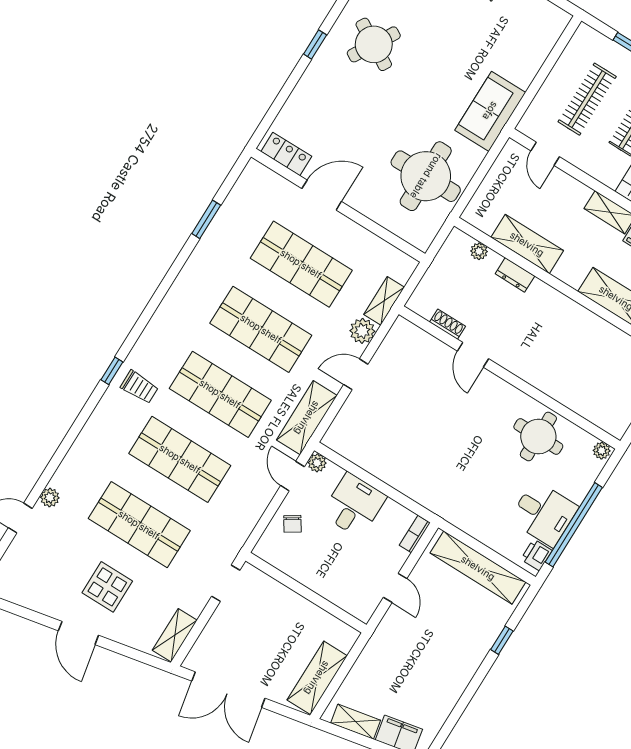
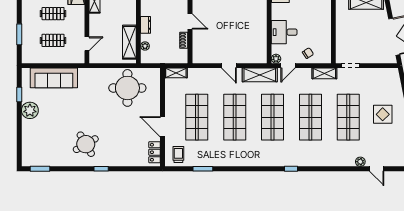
round table: (374, 44) -> (86, 144), turned 30
clothes rail: (587, 99) -> (53, 40), width x0.73
sofa: (490, 111) -> (54, 78), moved, width x1.36
shelving: (527, 244) -> (129, 42), moved
shelving: (384, 301) -> (176, 73), moved
plant: (362, 331) -> (209, 74), removed
door: (473, 355) -> (190, 22), hinge flipped
trolley: (139, 387) -> (178, 155), moved
shelving: (175, 635) -> (324, 73), moved

